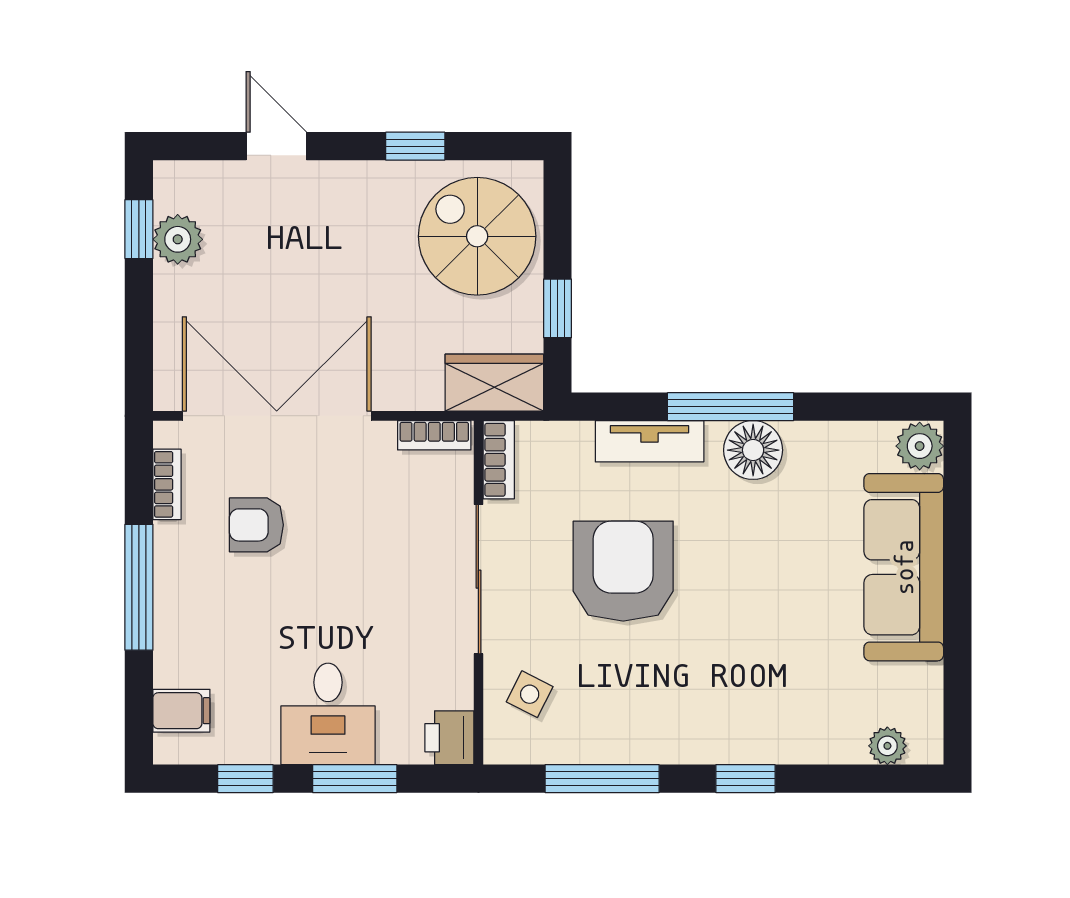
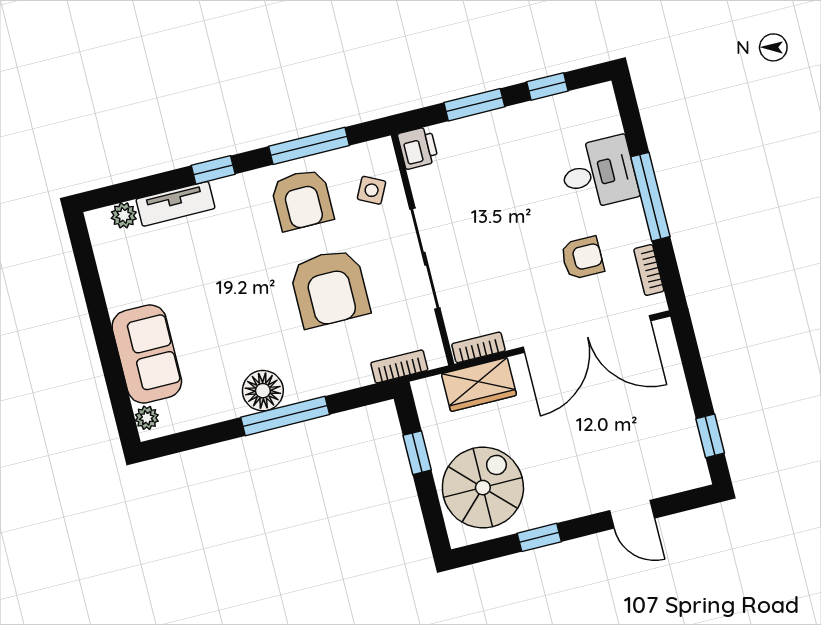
spiral stairs: (477, 236) -> (483, 488), turned -90
plant: (178, 239) -> (682, 436), removed
wardrobe: (494, 383) -> (479, 385), moved
tv unit: (650, 441) -> (175, 204), moved, turned 180
plant: (920, 446) -> (147, 418), width x0.73, depth x0.73
bookcase: (499, 460) -> (399, 366), moved, turned 90
sofa: (904, 567) -> (147, 354), width x0.73
armchair: (631, 705) -> (302, 200), added
filing cabinet: (181, 711) -> (601, 121), removed
desk: (328, 714) -> (599, 173), moved, turned 90

